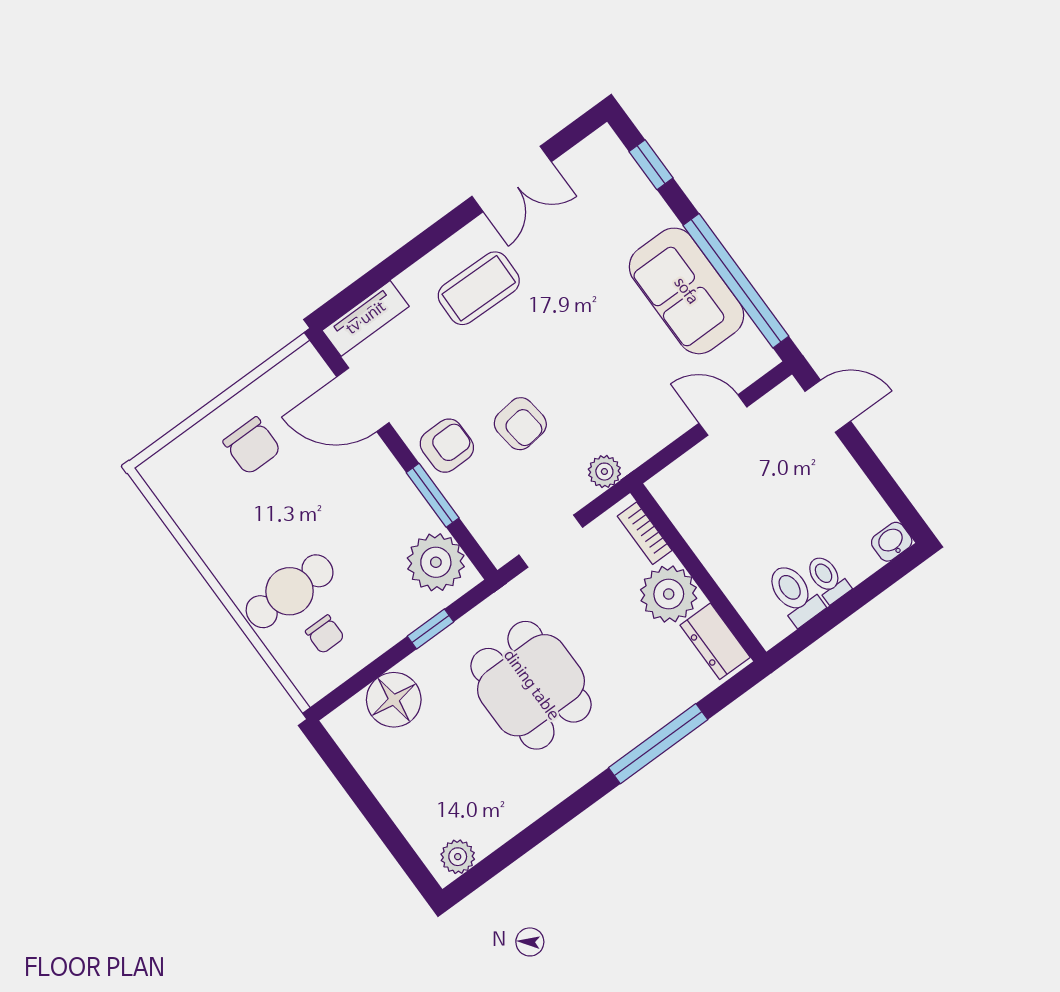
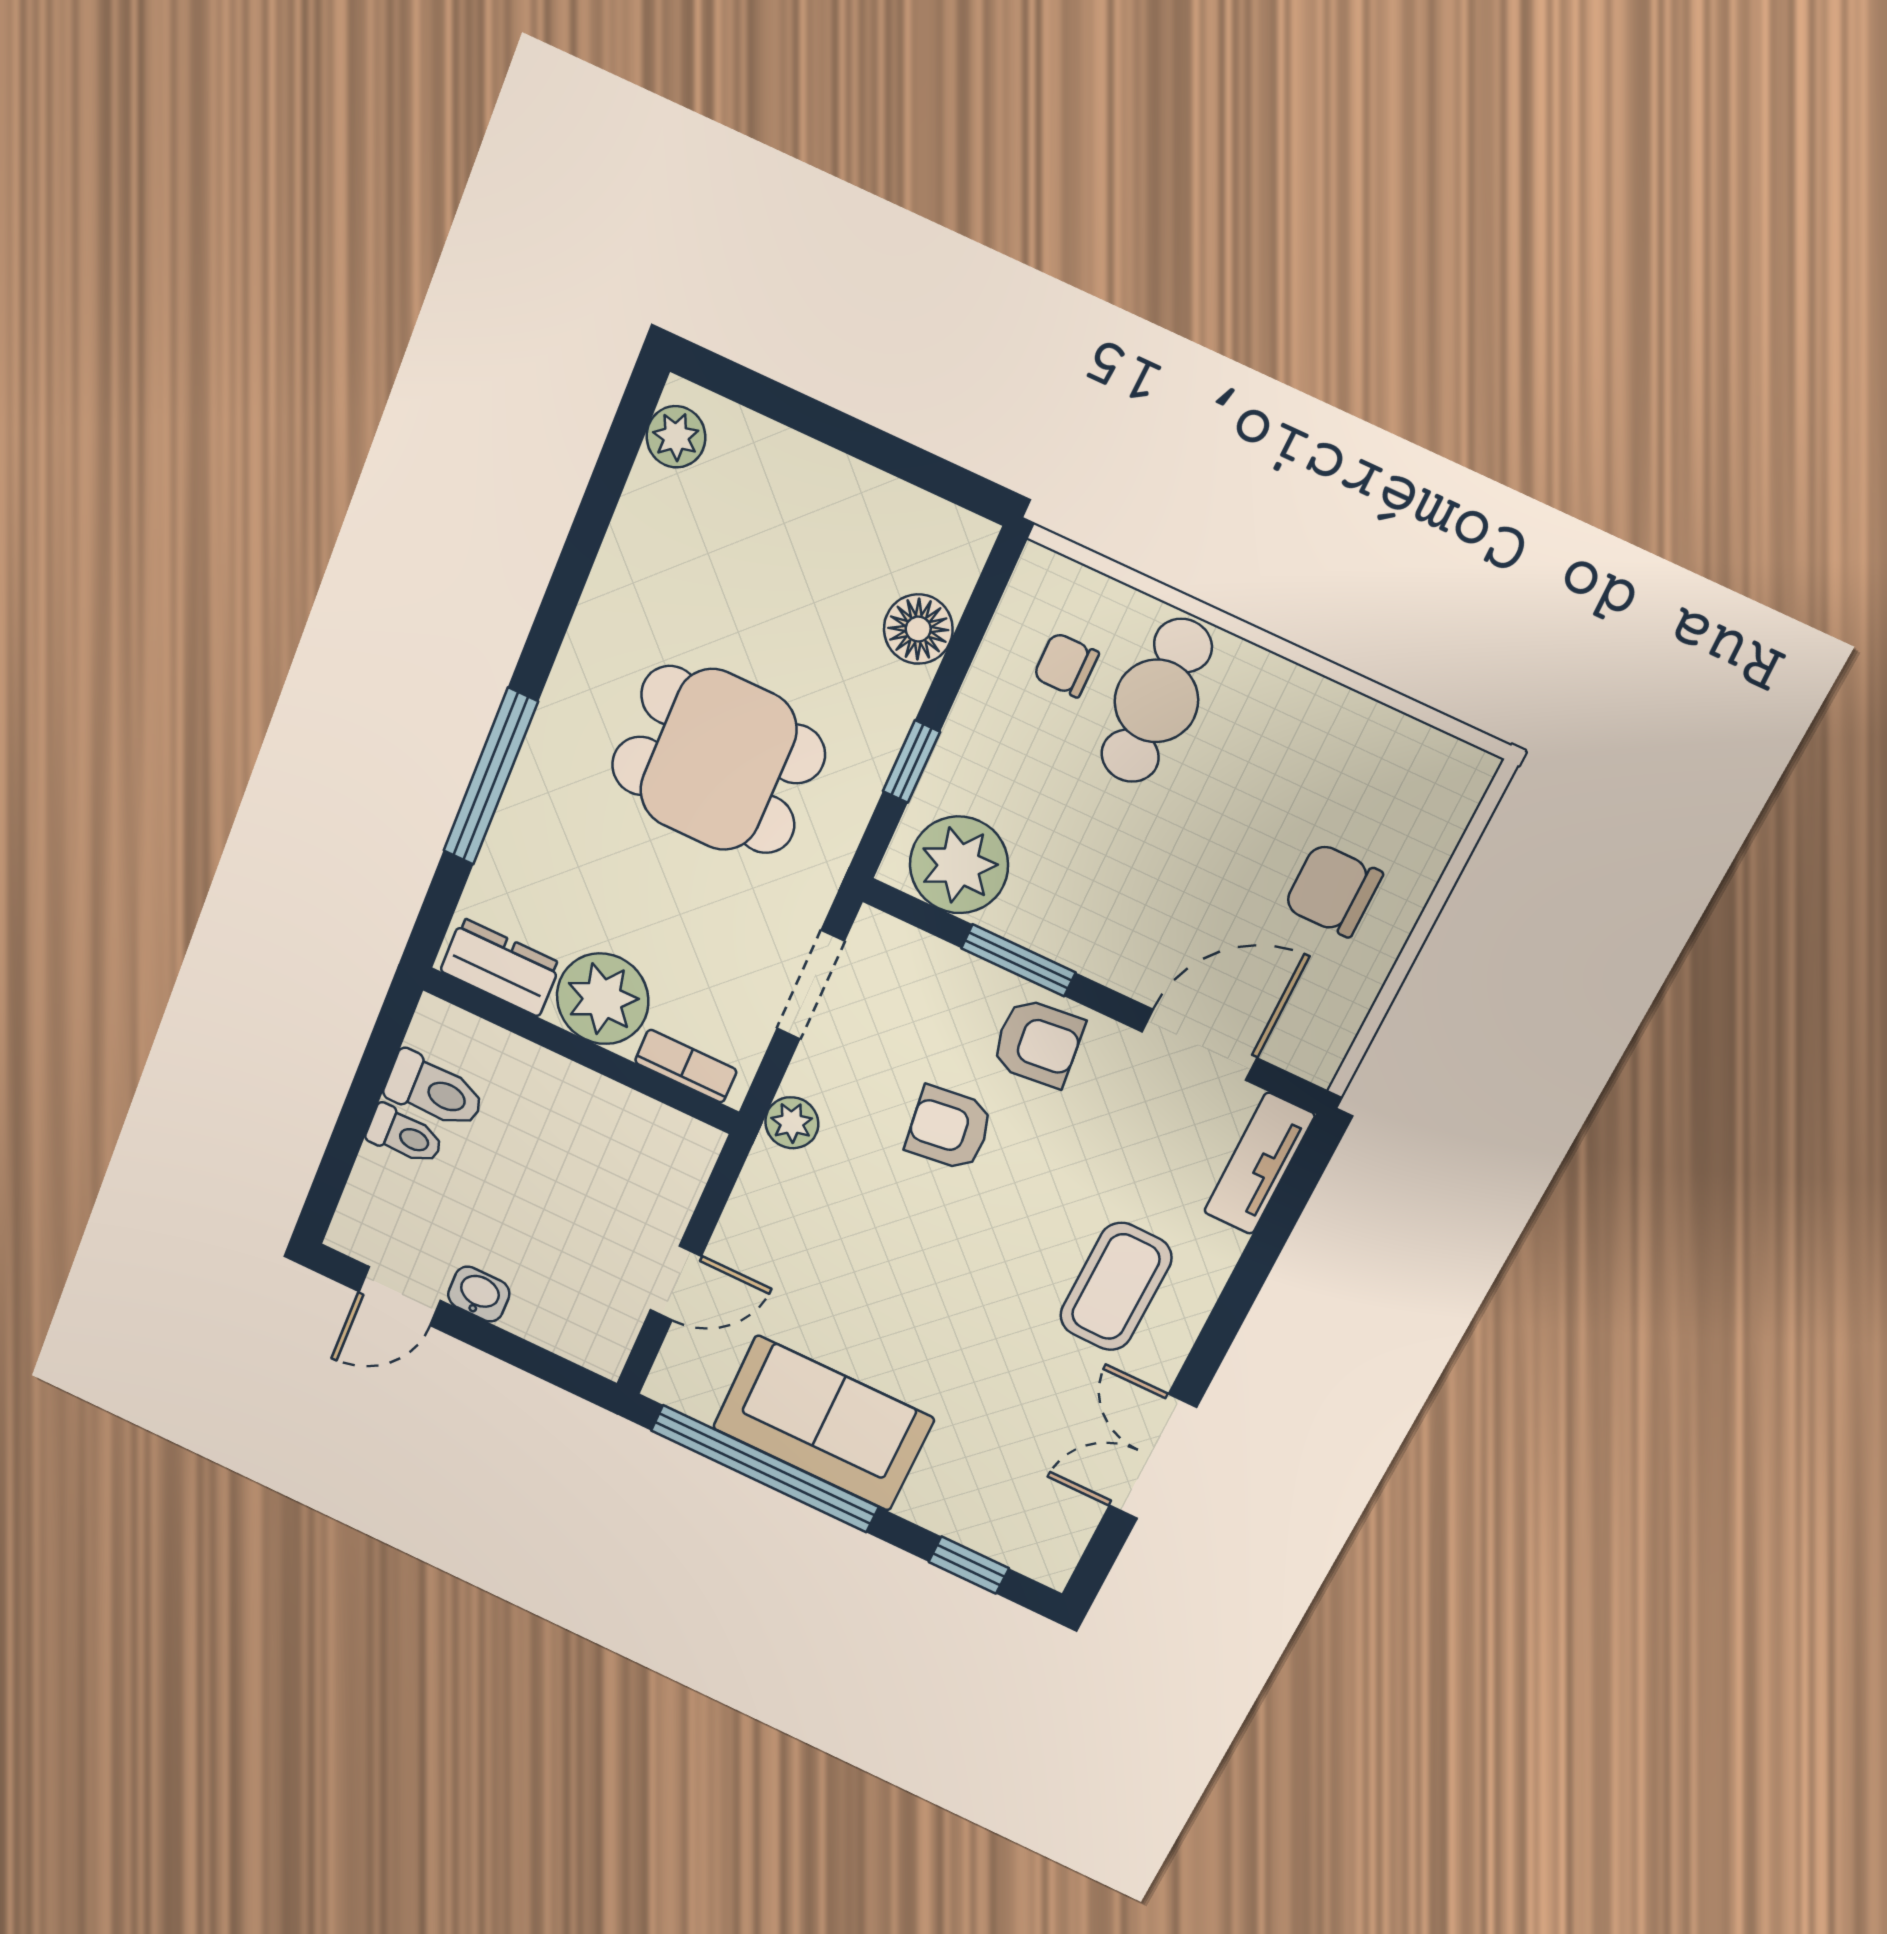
door: (828, 406) -> (400, 1296), moved
armchair: (447, 446) -> (1038, 1043), turned -96
washbasin: (892, 542) -> (479, 1294), moved, turned -90
floor lamp: (394, 700) -> (918, 629), width x0.73, depth x0.73

